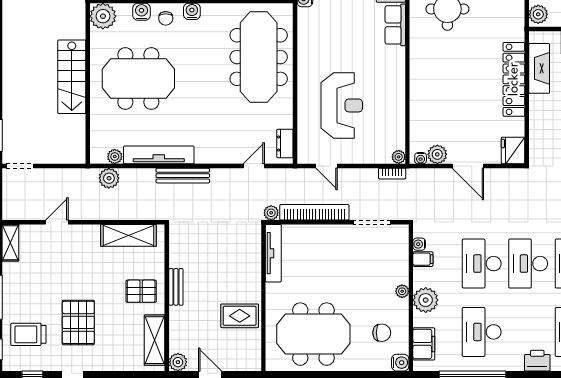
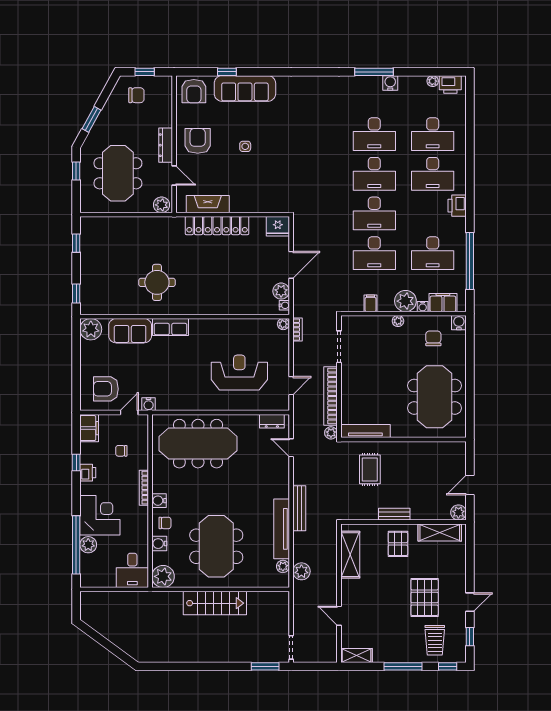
water cooler: (419, 244) -> (423, 307), moved
rug: (240, 316) -> (370, 469), moved
pallet: (78, 322) -> (425, 597), turned 90

